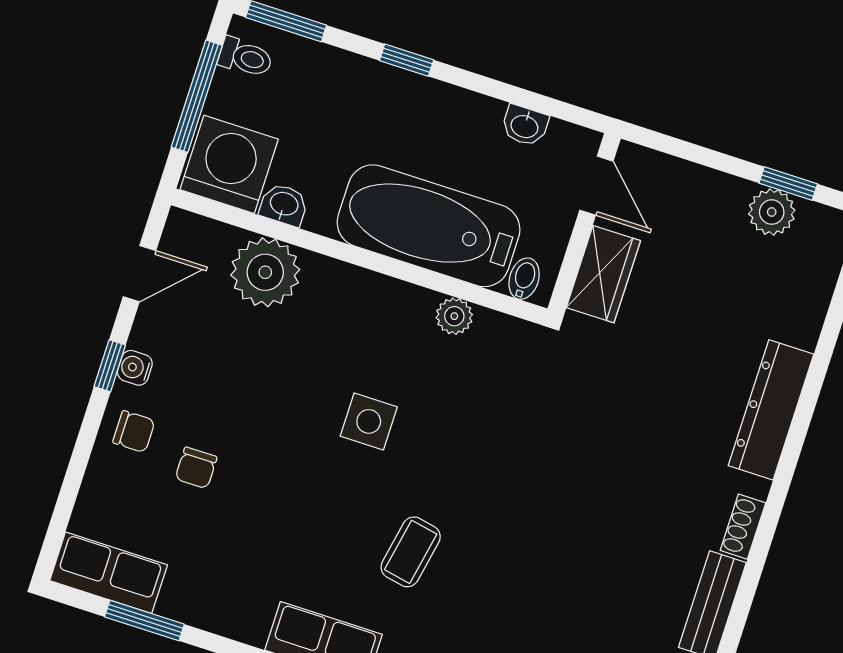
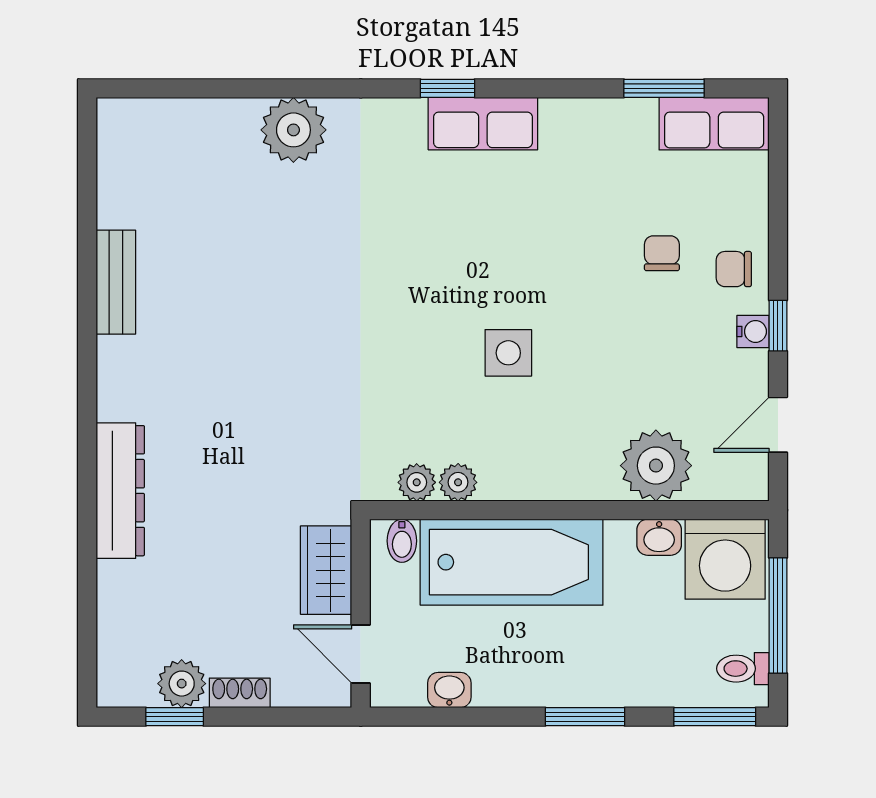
window: (407, 60) -> (585, 717), width x1.50
plant: (493, 329) -> (417, 482), added
shoe rack: (743, 527) -> (240, 693), moved, turned -90
coffee table: (411, 552) -> (426, 239), removed

